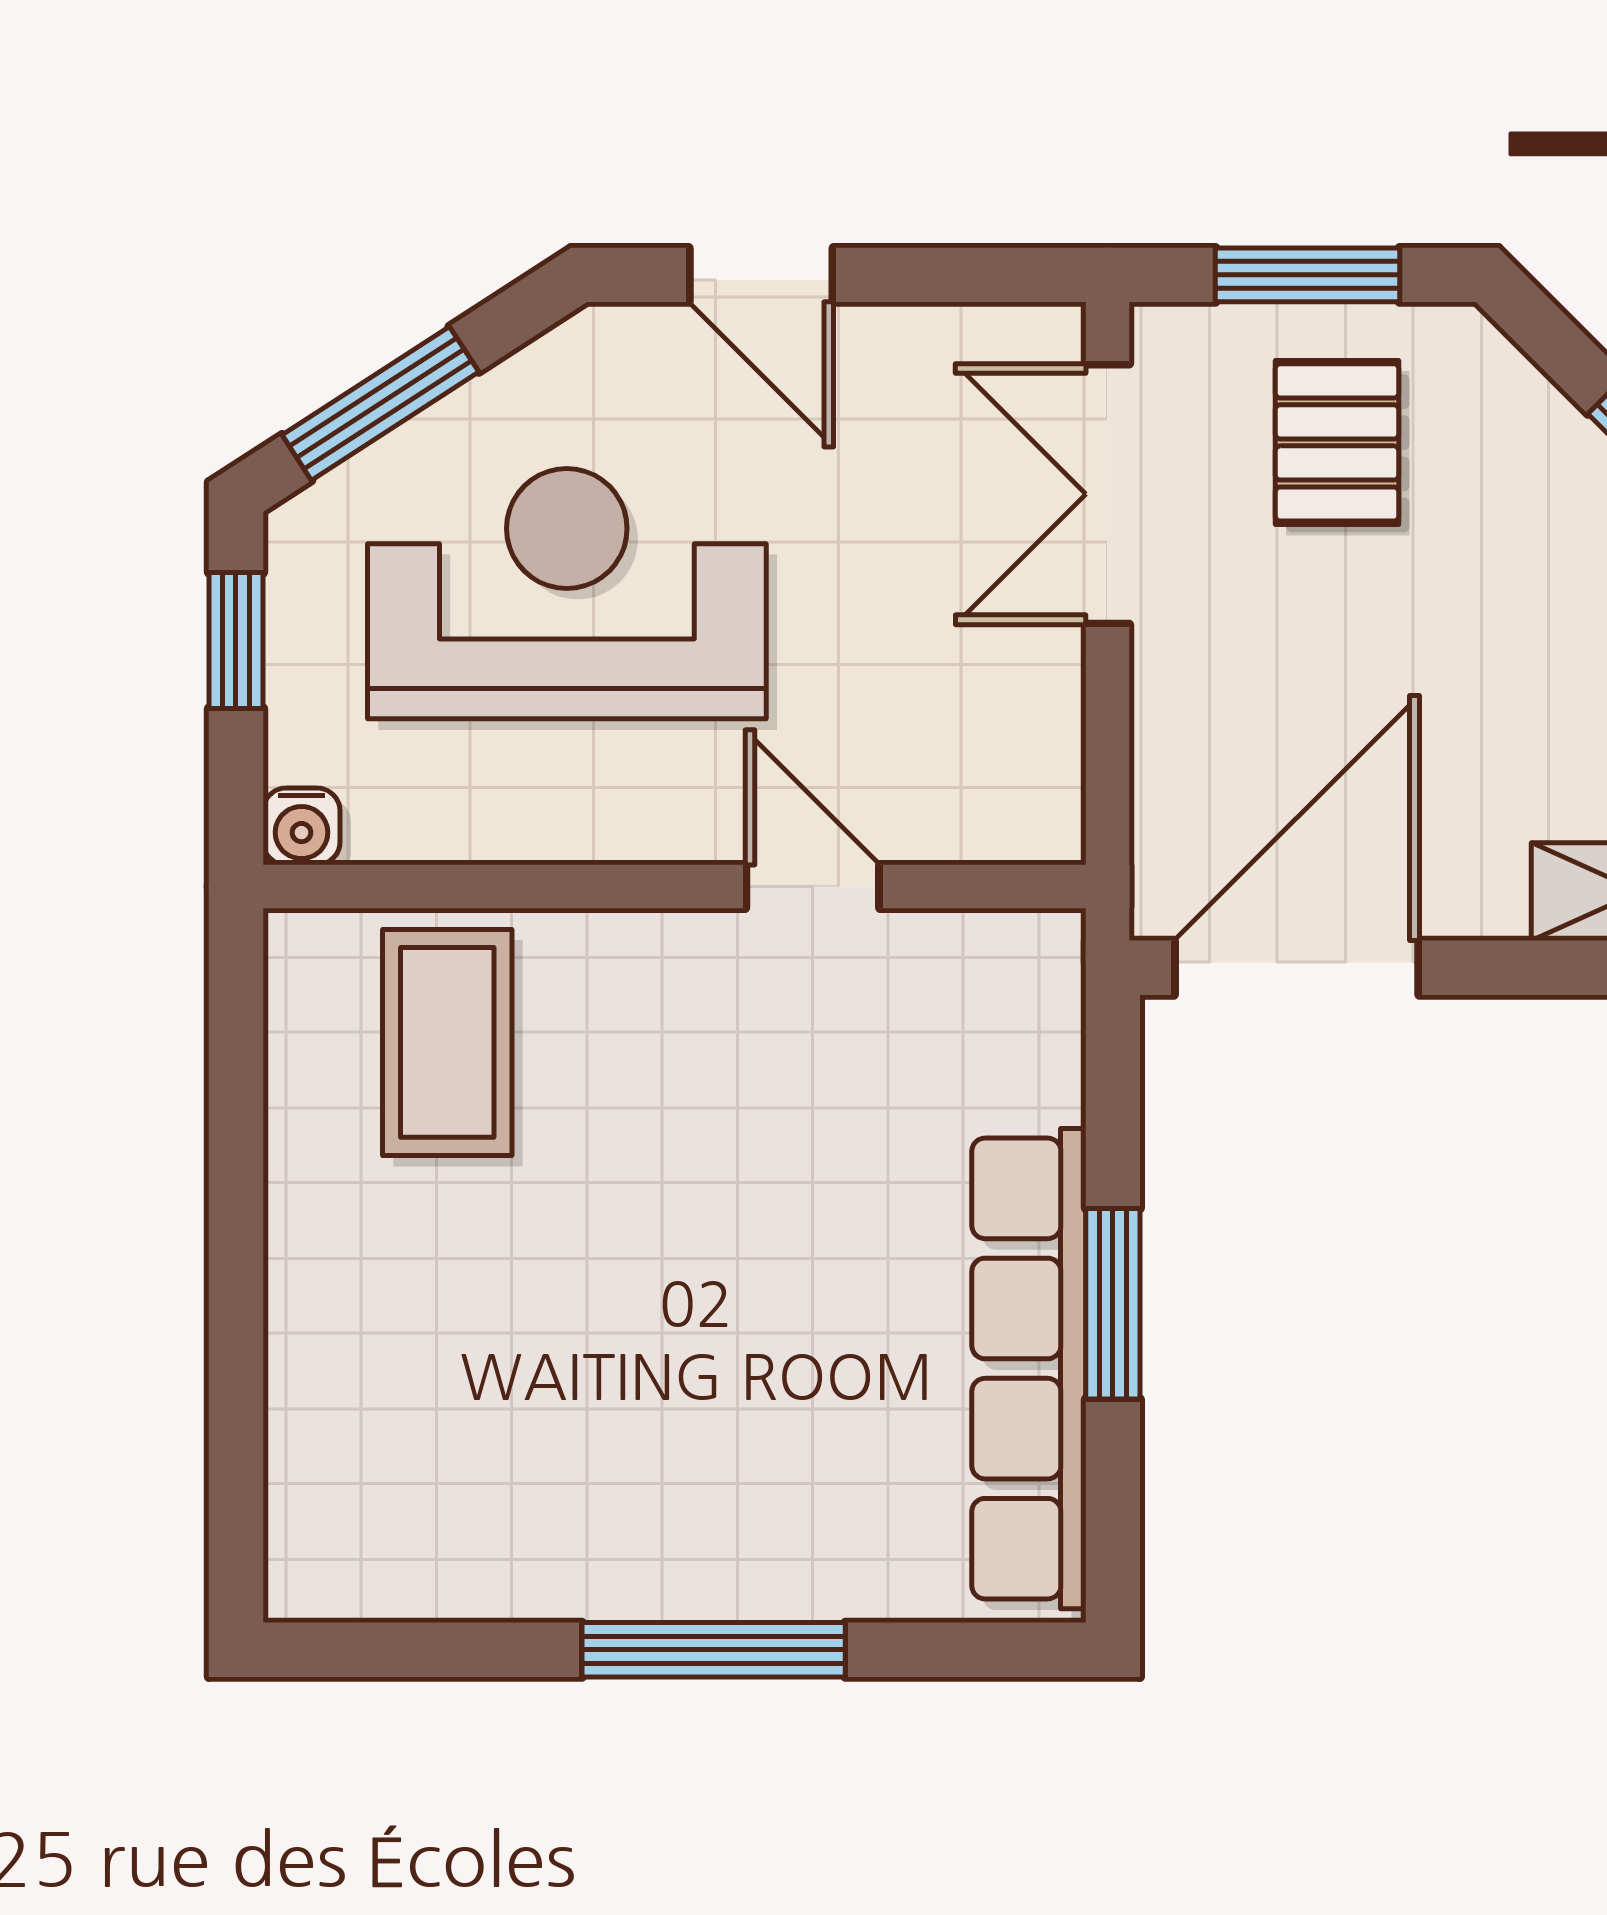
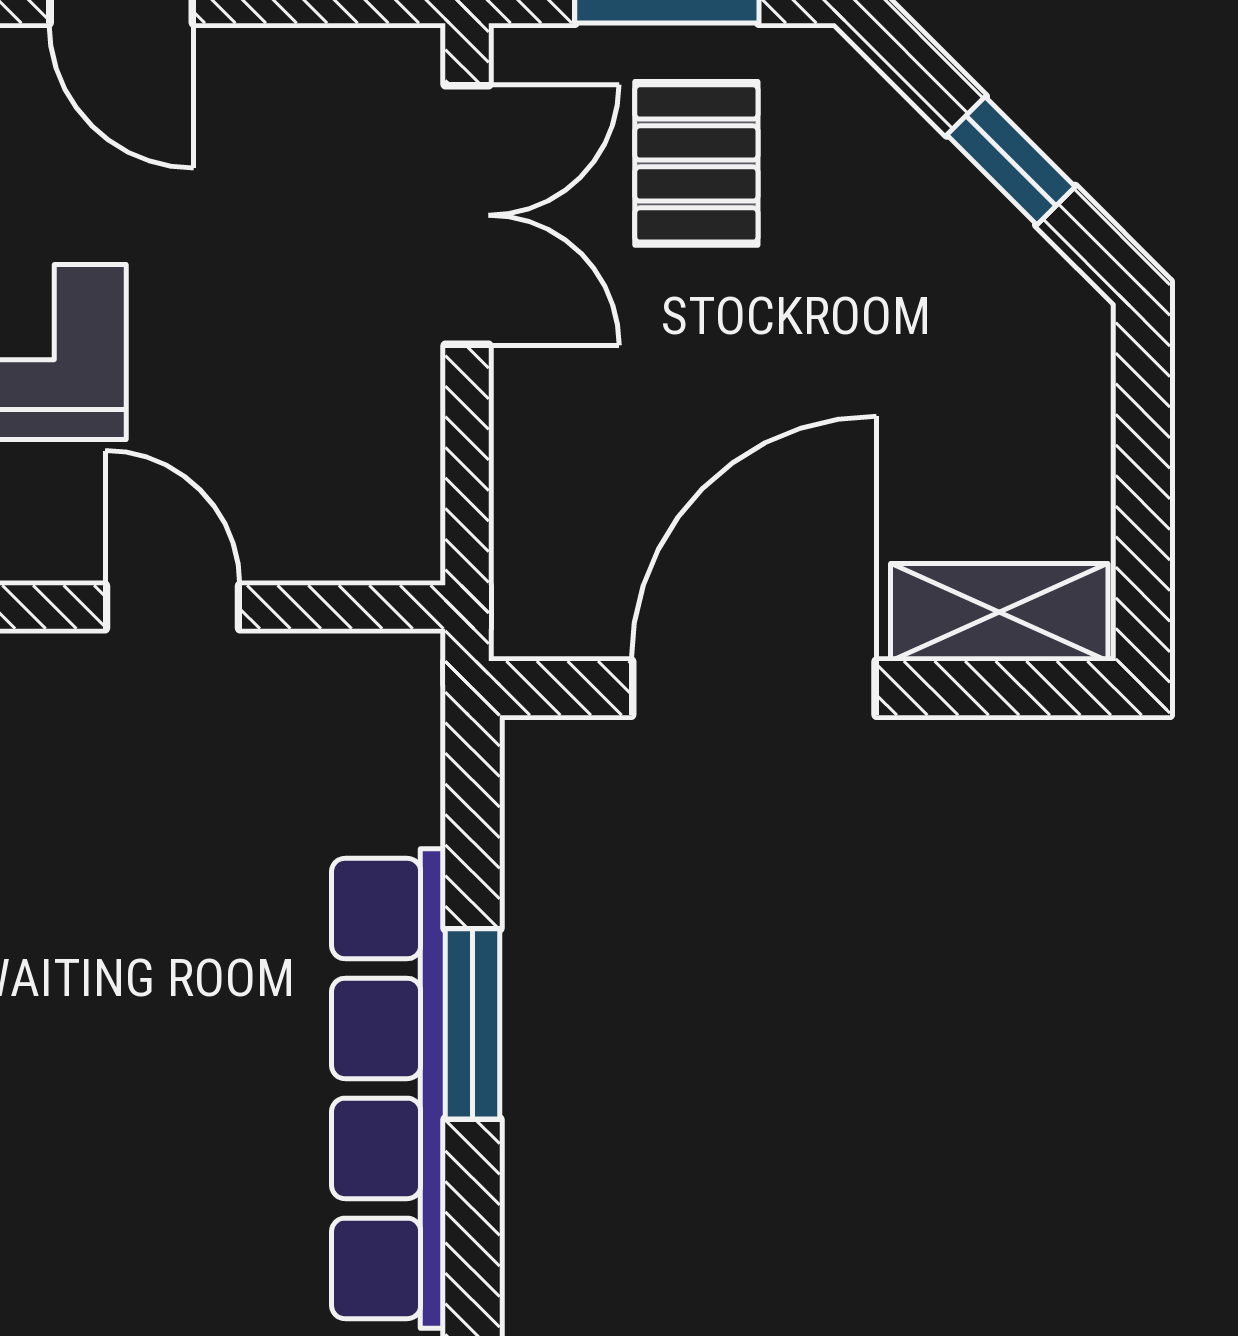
double door: (1107, 494) -> (467, 215), swing flipped
door: (1297, 968) -> (754, 688), moved

